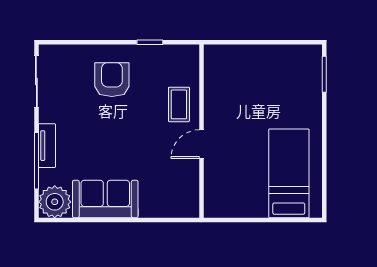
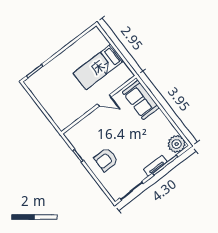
coffee table: (179, 104) -> (95, 123), removed
bed: (289, 173) -> (98, 67), moved
sofa: (105, 199) -> (141, 100), moved

